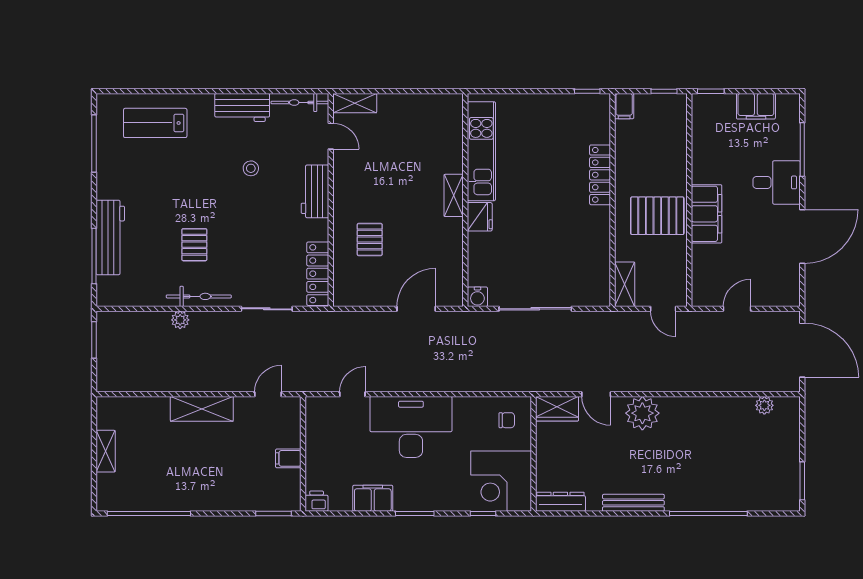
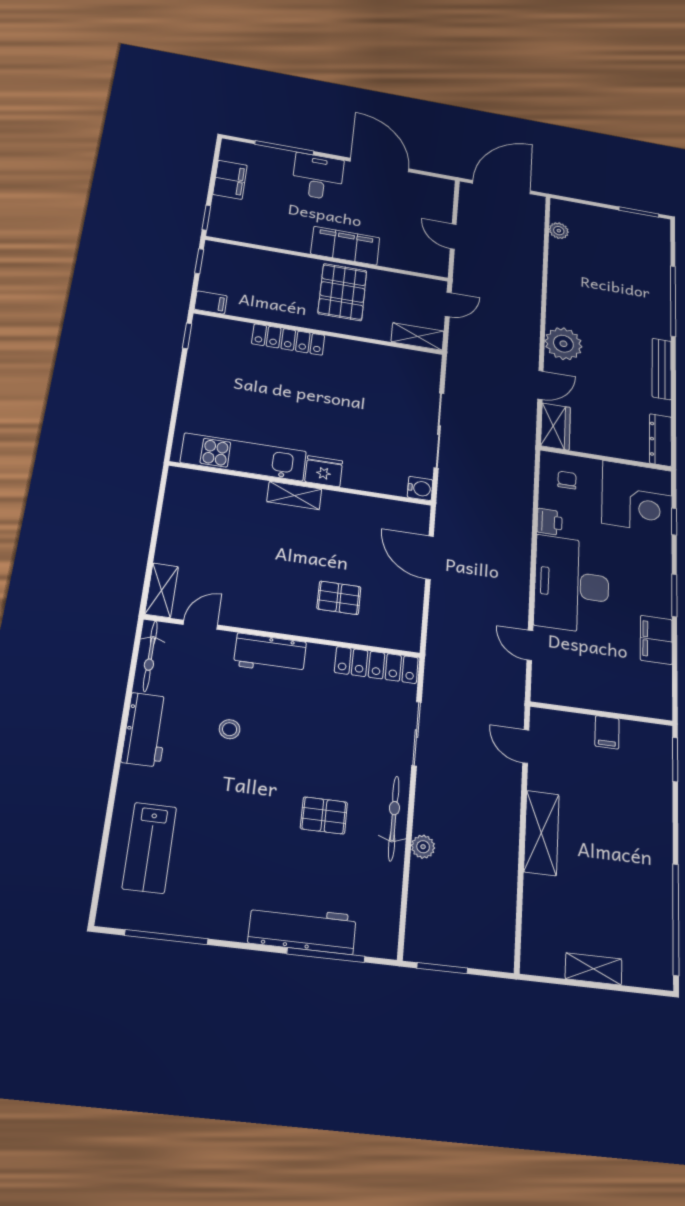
printer: (317, 501) -> (550, 522), moved, turned 180

